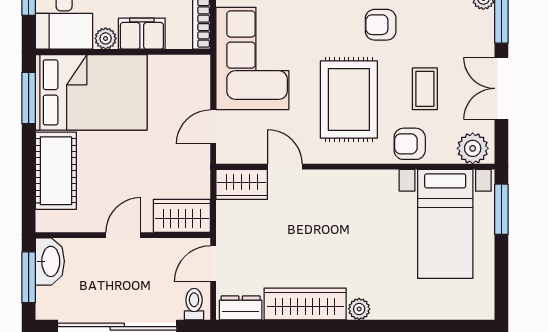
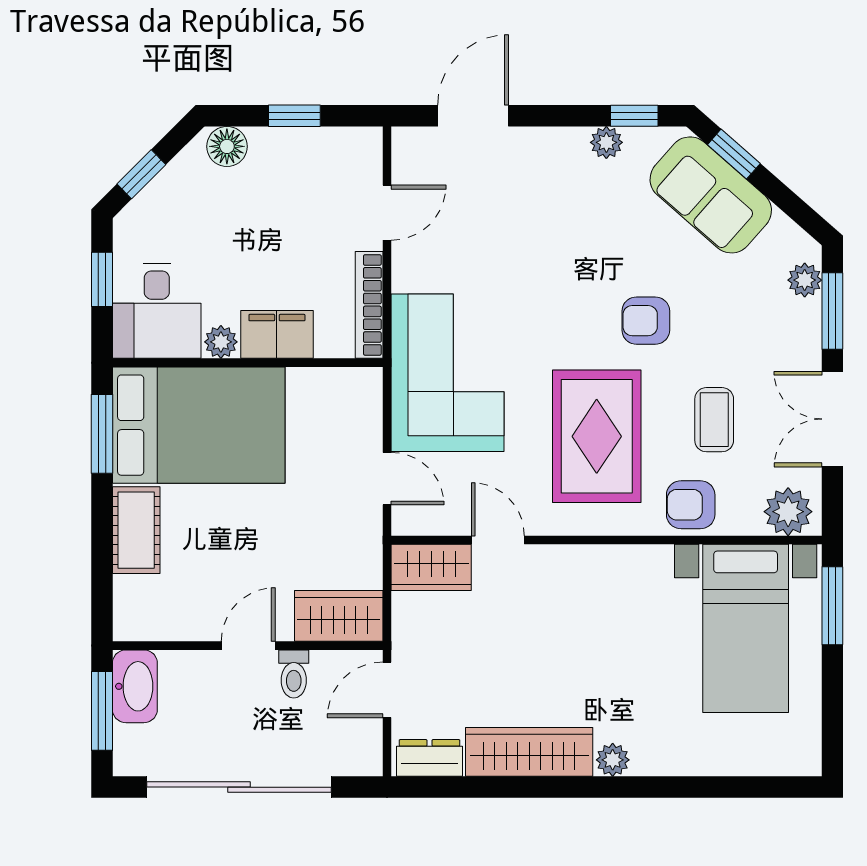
door: (213, 127) -> (387, 479), swing flipped
cot: (56, 171) -> (136, 530), width x0.73, depth x0.75
toilet: (194, 304) -> (294, 674), moved, turned 180

